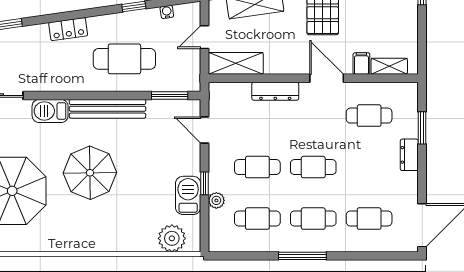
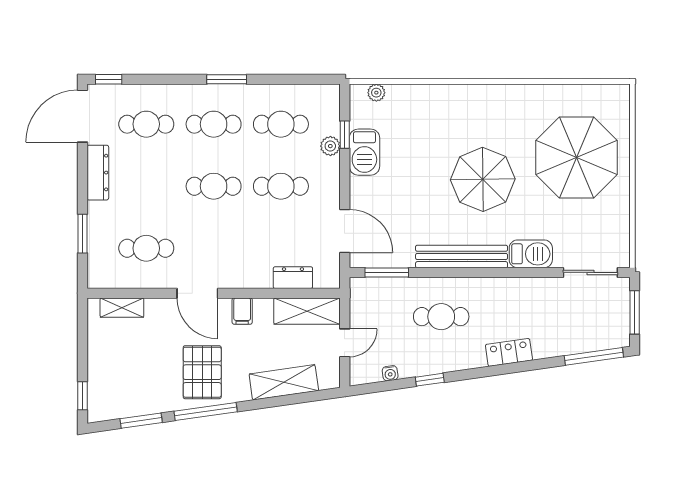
cafe table: (124, 59) -> (441, 317), width x0.73, depth x0.74
filing cabinet: (361, 64) -> (242, 311), moved
dresser: (275, 91) -> (293, 278), moved, width x0.70
door: (204, 130) -> (345, 231), width x1.38
dresser: (409, 155) -> (98, 173), moved, width x1.44
window: (204, 183) -> (345, 135), moved
plant: (172, 238) -> (376, 93), width x0.53, depth x0.53
window: (302, 256) -> (227, 79), width x0.69
window: (400, 256) -> (109, 79), added

